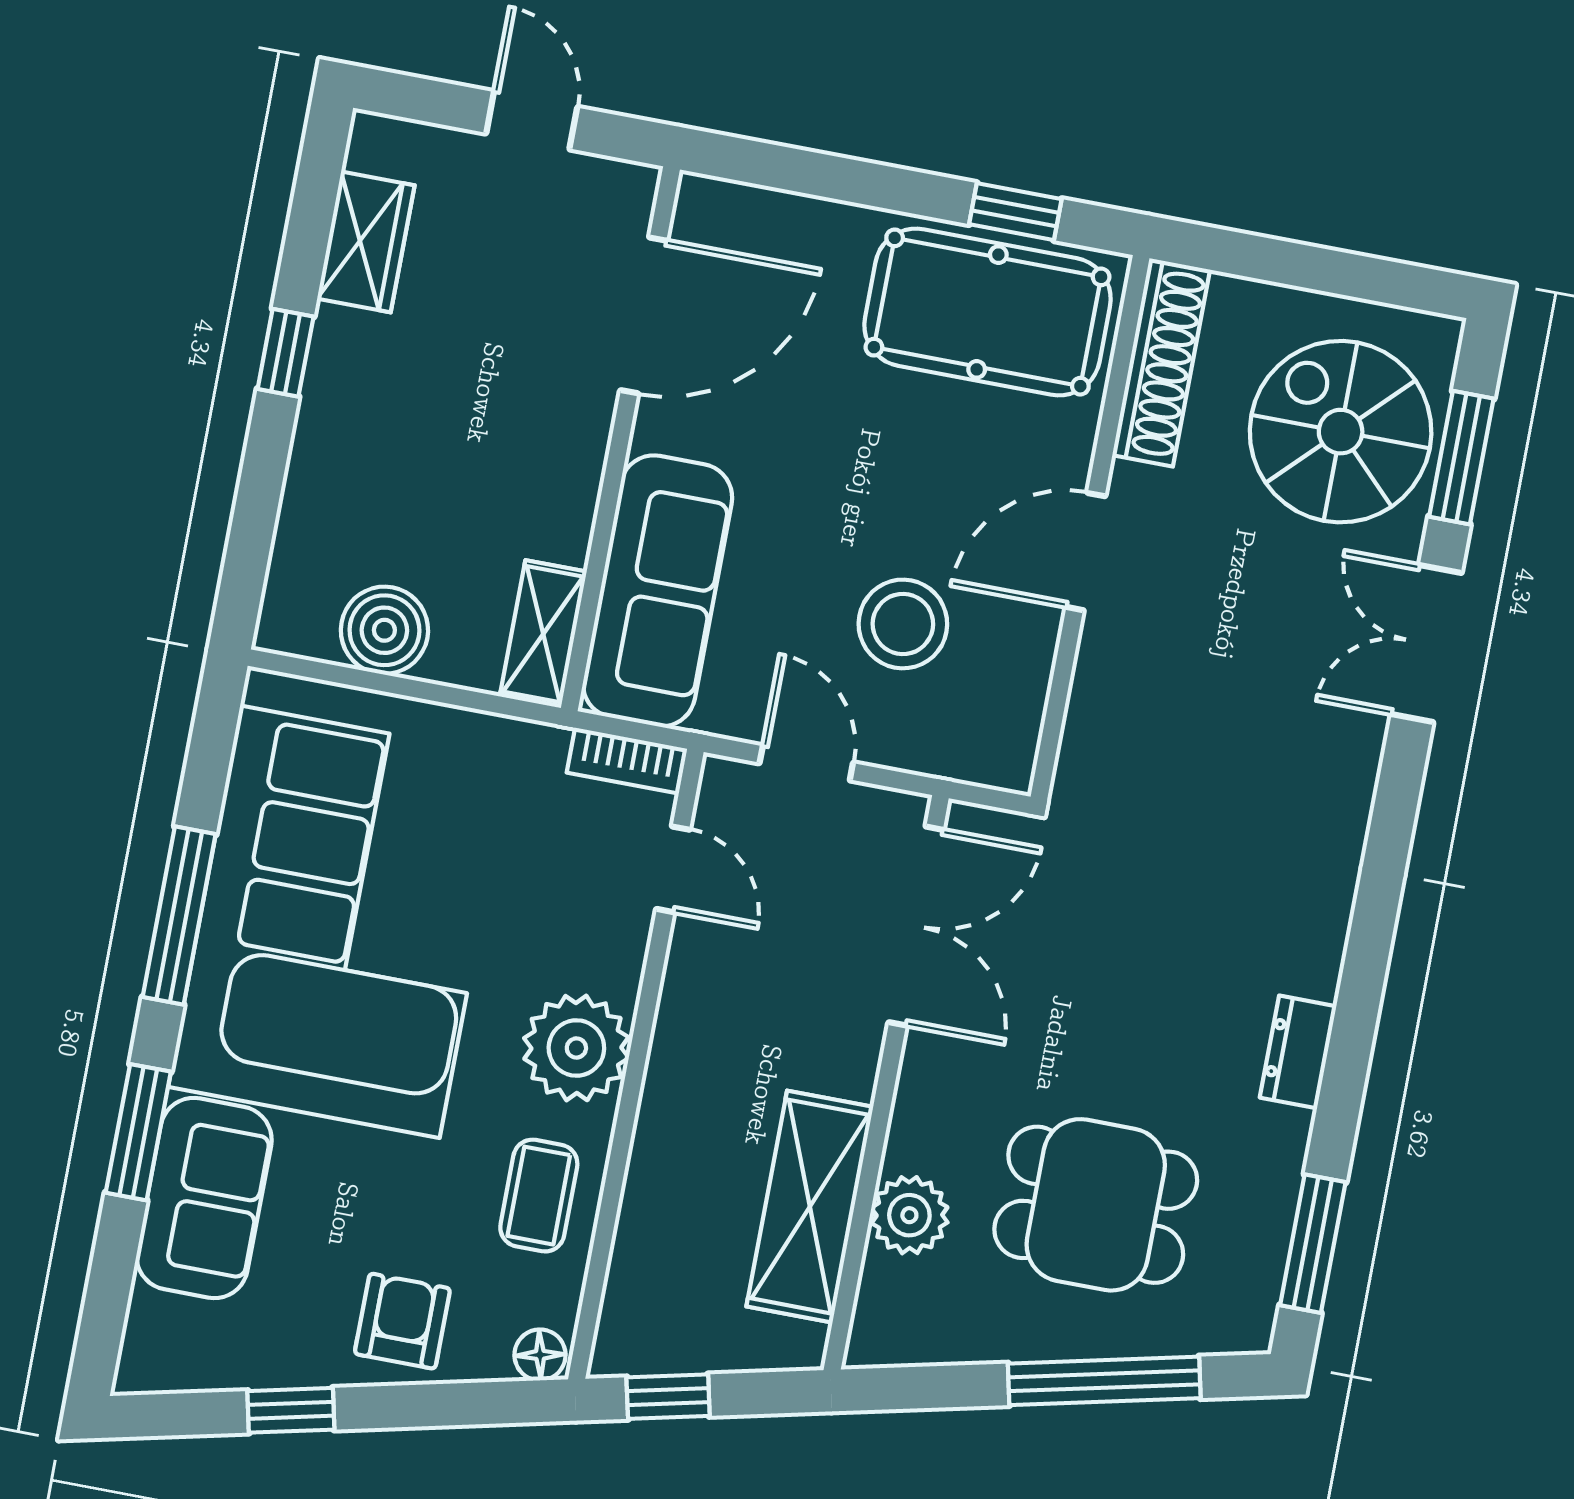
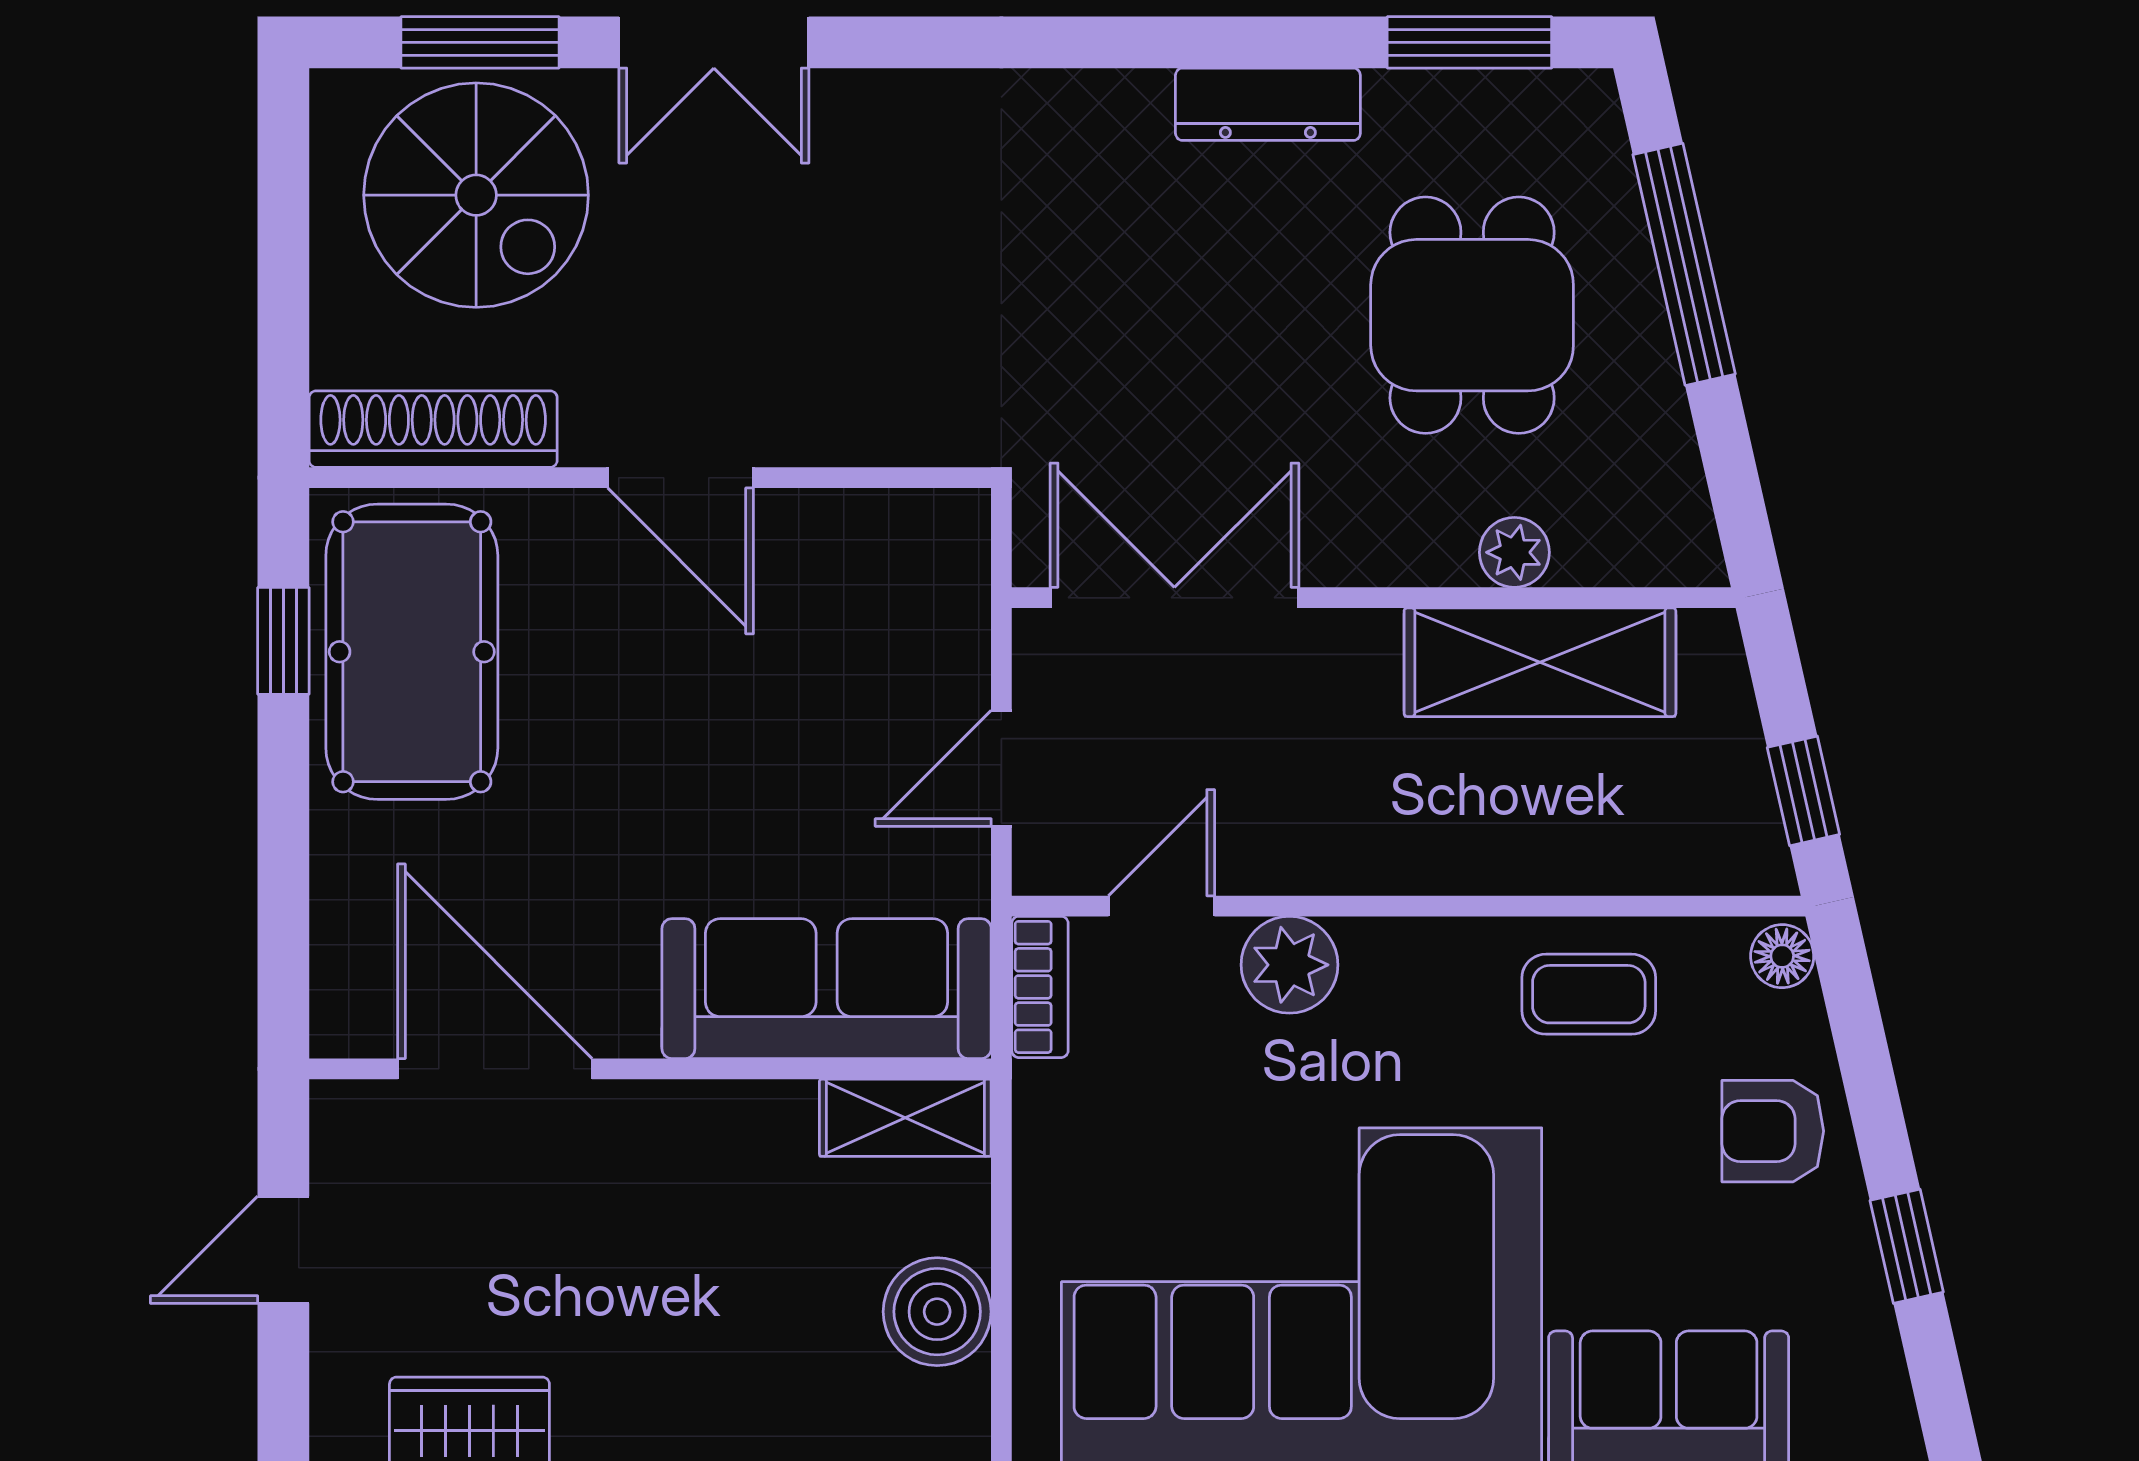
spiral stairs: (1341, 432) -> (476, 195), turned -90
stool: (903, 624) -> (810, 683), removed
plant: (576, 1048) -> (1289, 965), moved, width x0.73, depth x0.73
dresser: (1298, 1052) -> (1268, 104), width x1.44
plant: (909, 1215) -> (1514, 552), width x0.73, depth x0.73

